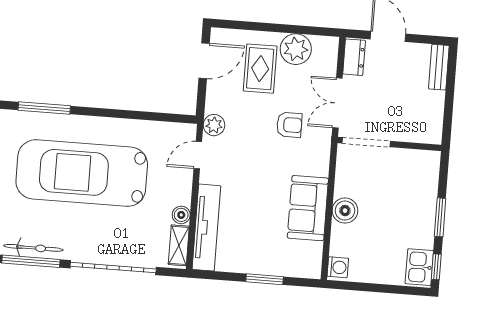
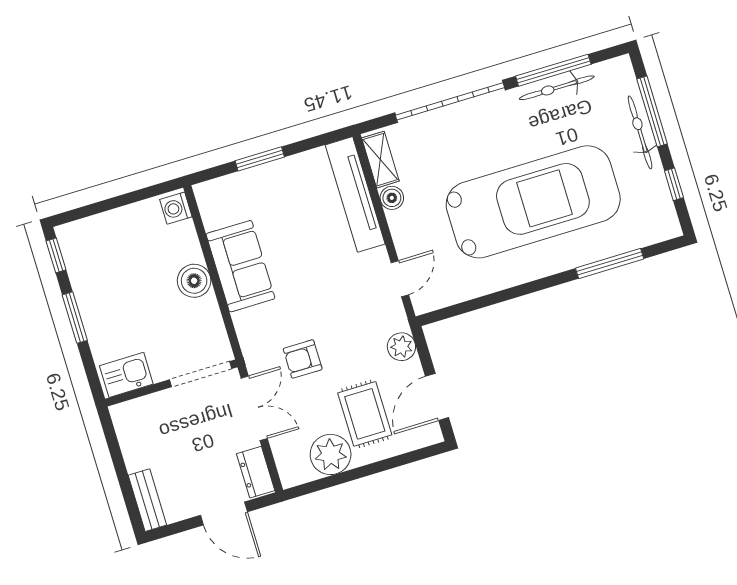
plant: (214, 125) -> (401, 347), moved
kitchen sink: (419, 267) -> (126, 375), moved, turned -90

